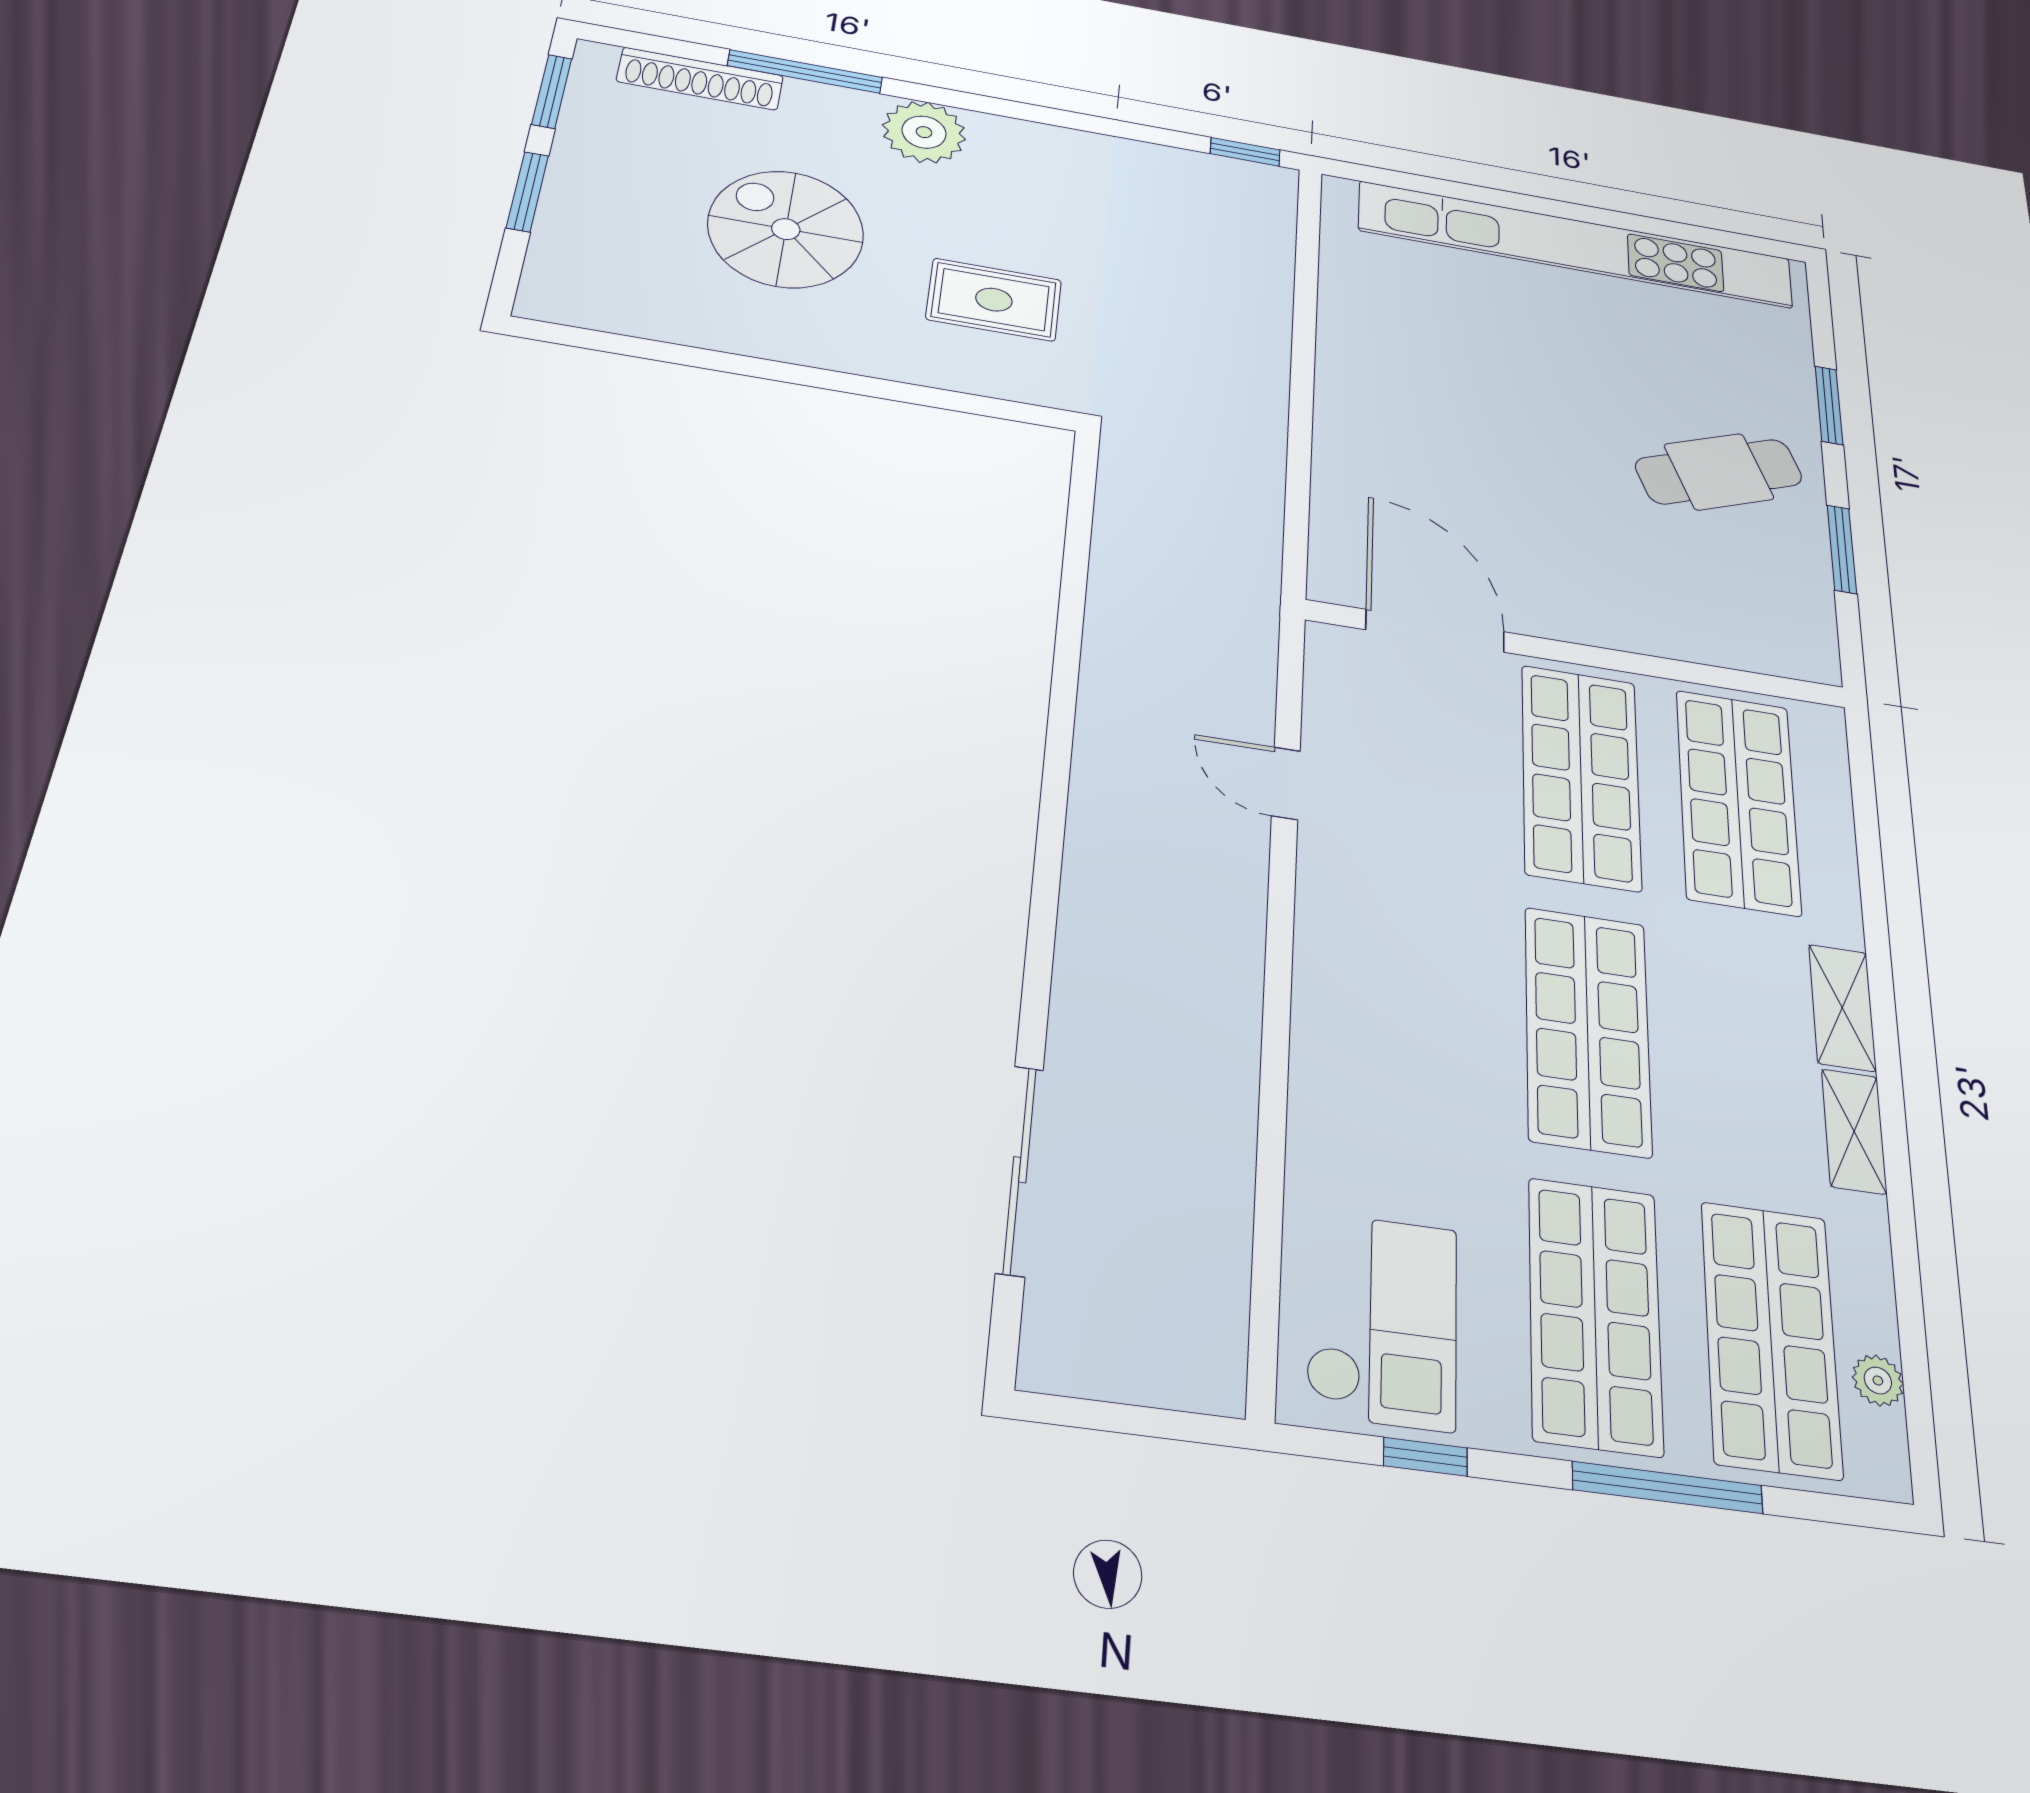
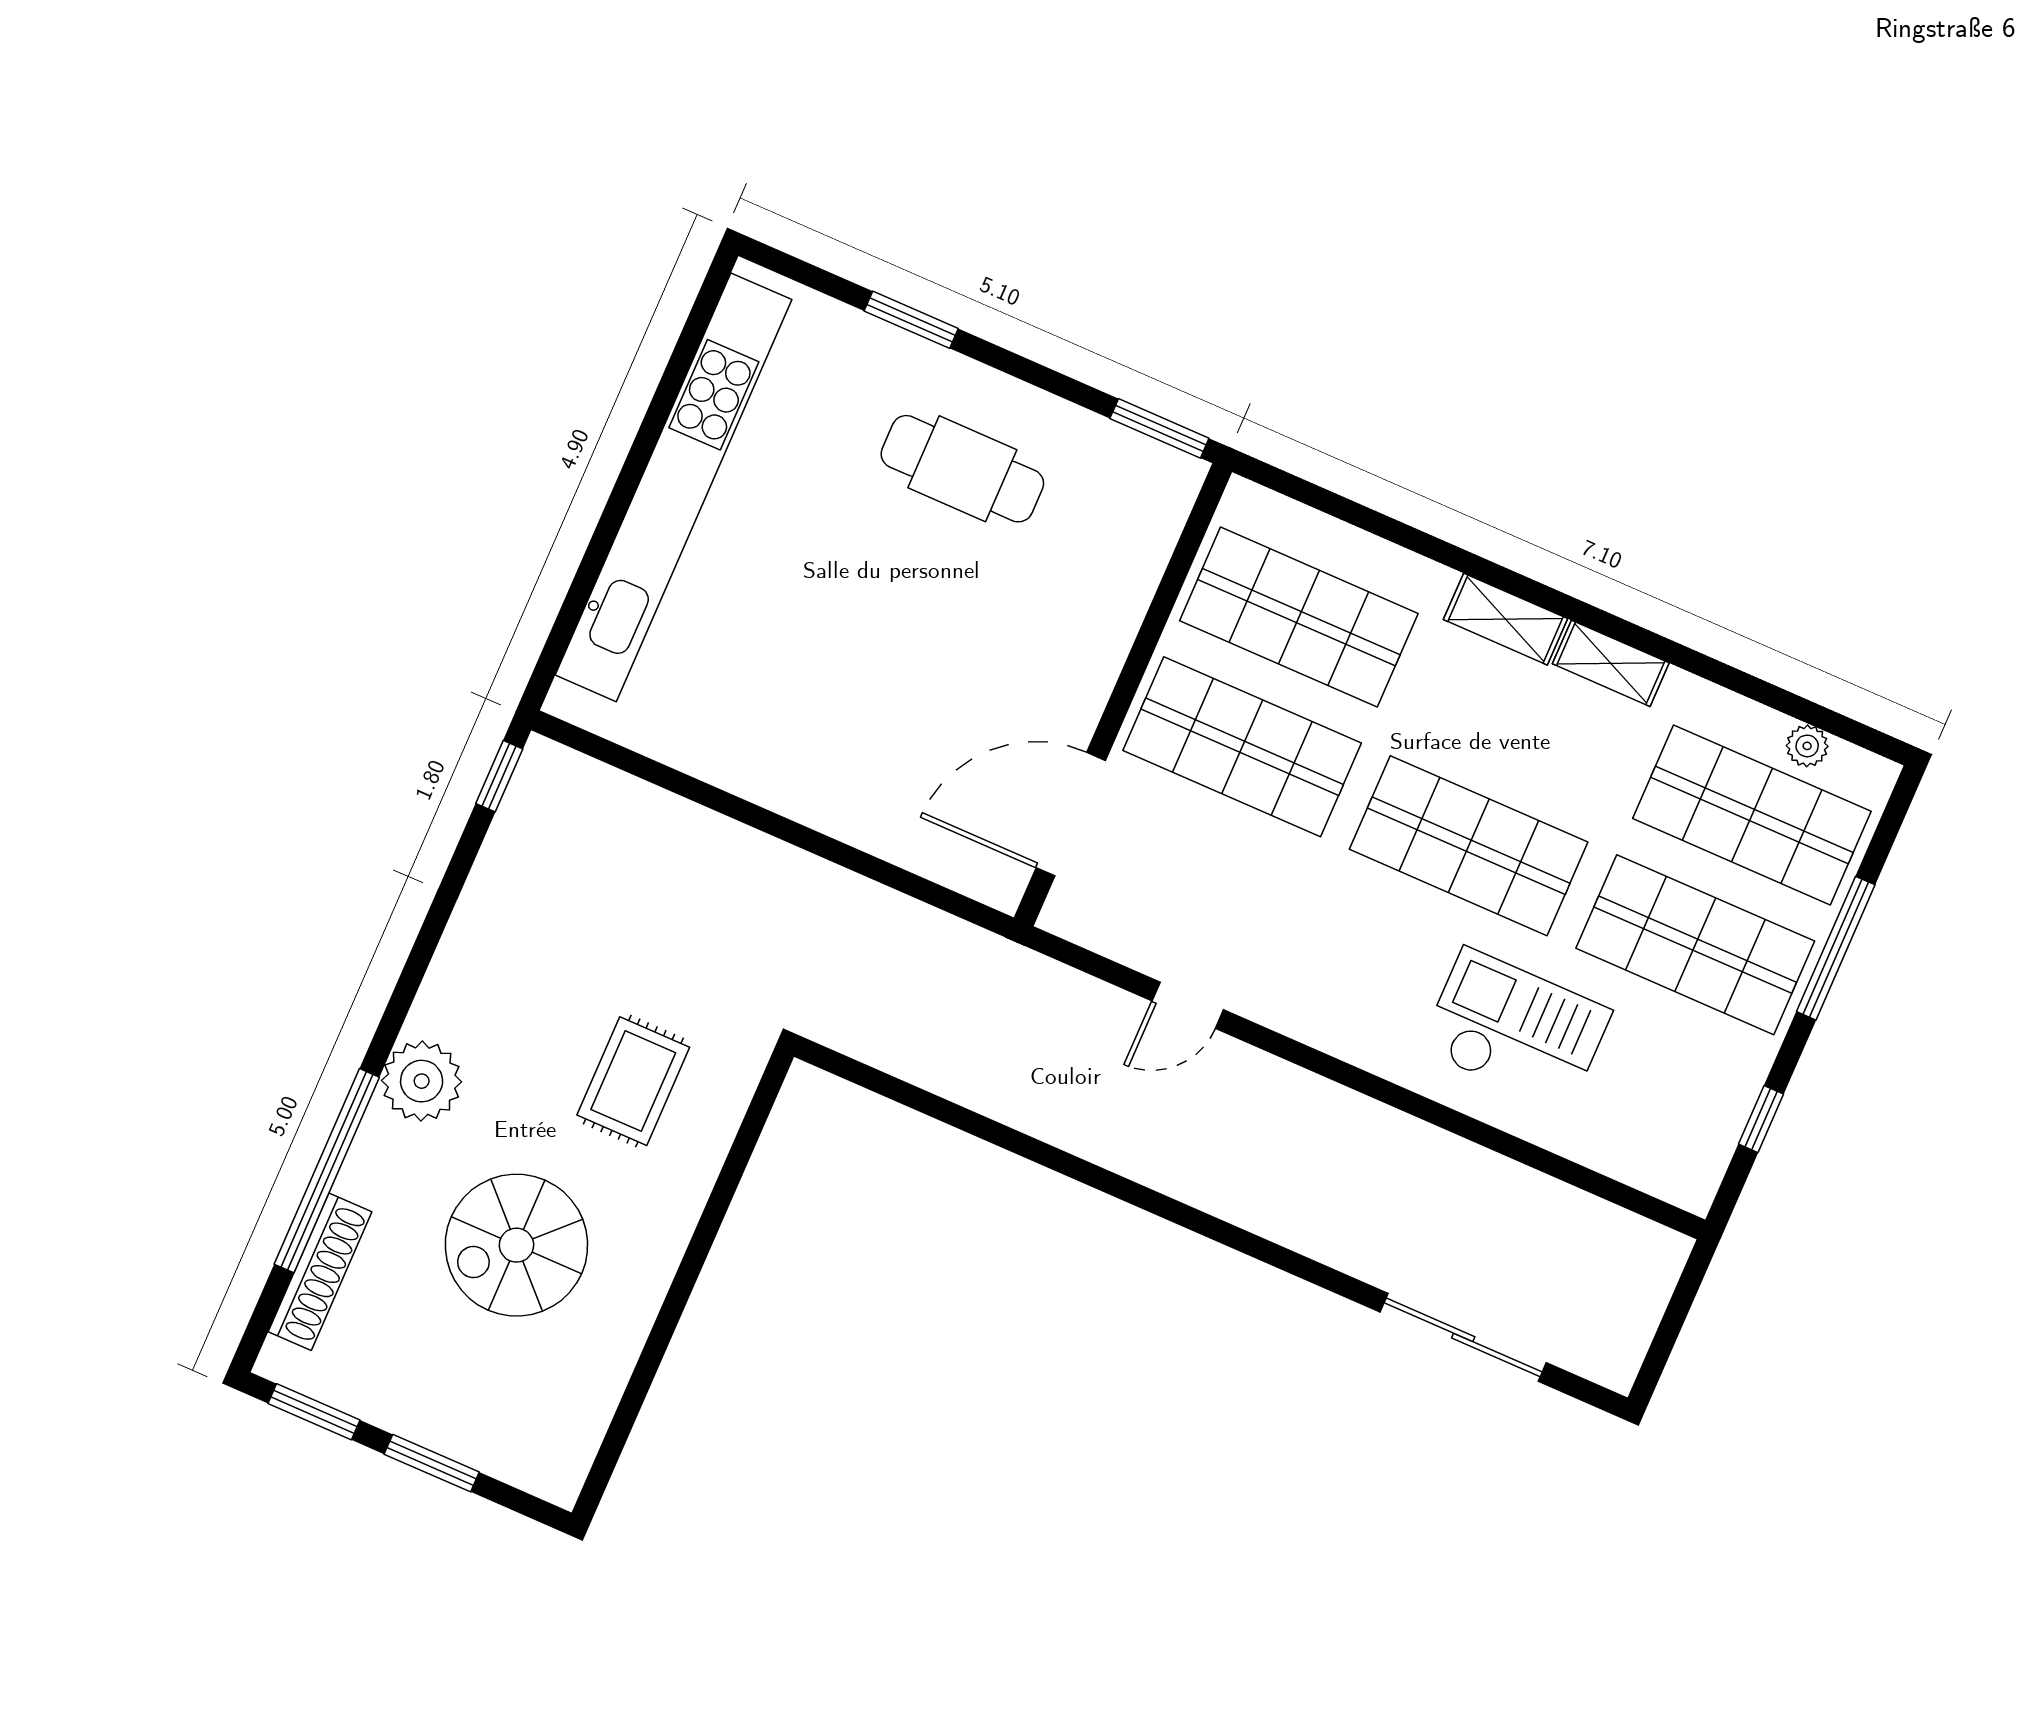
window: (805, 72) -> (327, 1171), width x1.46
cafe table: (1719, 472) -> (962, 469), turned -69
window: (1842, 549) -> (1159, 428), moved
checkout: (1382, 1320) -> (1516, 1030), moved

